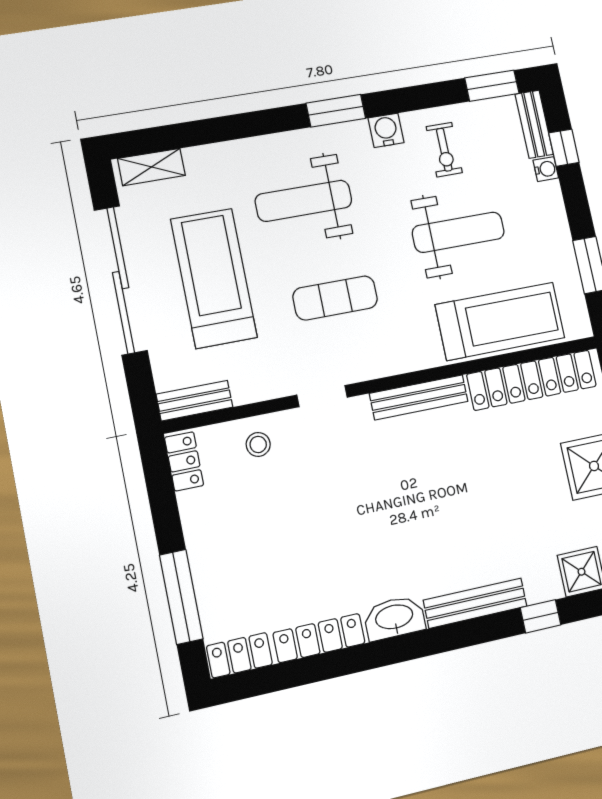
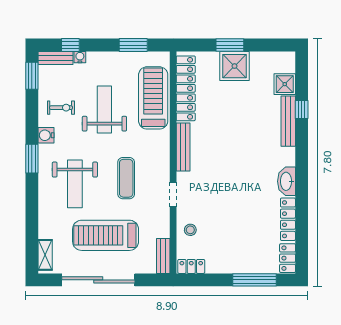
bench: (475, 603) -> (288, 121), moved

